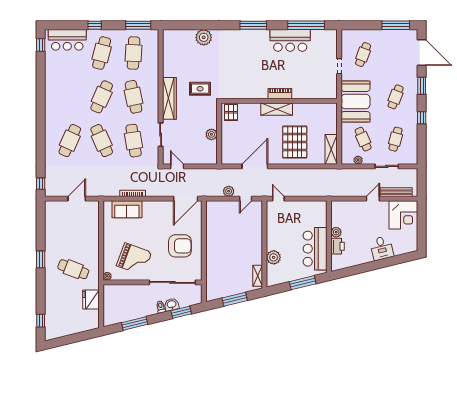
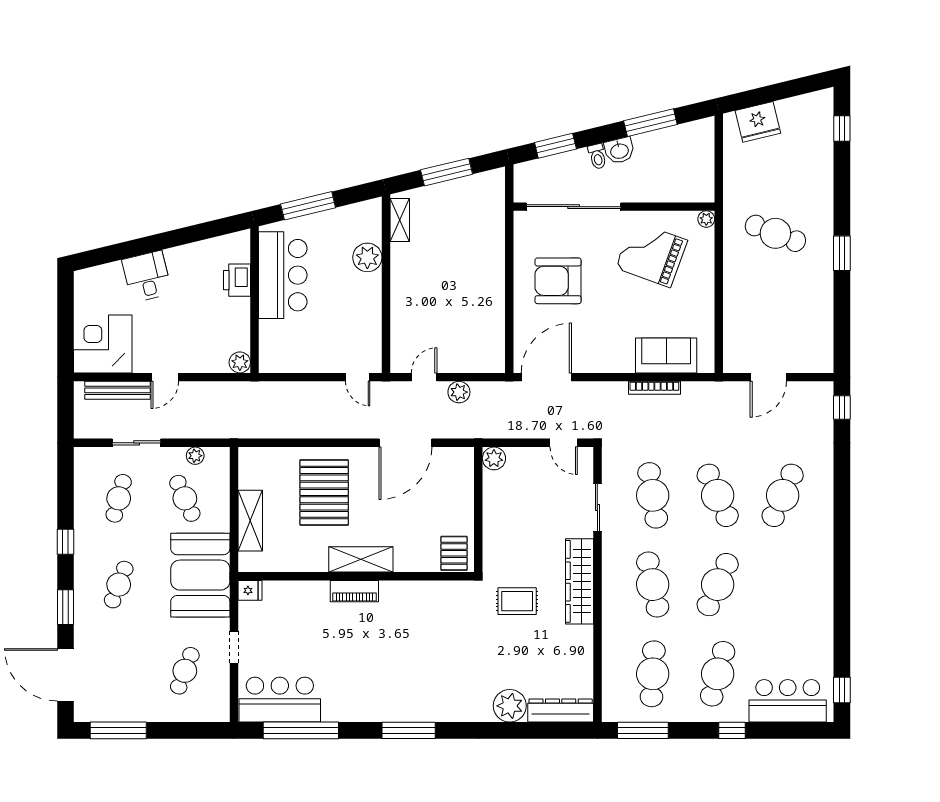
dresser: (179, 35) -> (561, 711), added
bar counter: (290, 40) -> (280, 700), moved
fridge: (331, 94) -> (250, 590), added
plant: (211, 134) -> (494, 458), moved
shelving: (331, 149) -> (250, 521), moved
plant: (336, 232) -> (240, 362), moved
fridge: (91, 300) -> (758, 122), moved, turned 76
washbasin: (172, 305) -> (619, 151), moved

